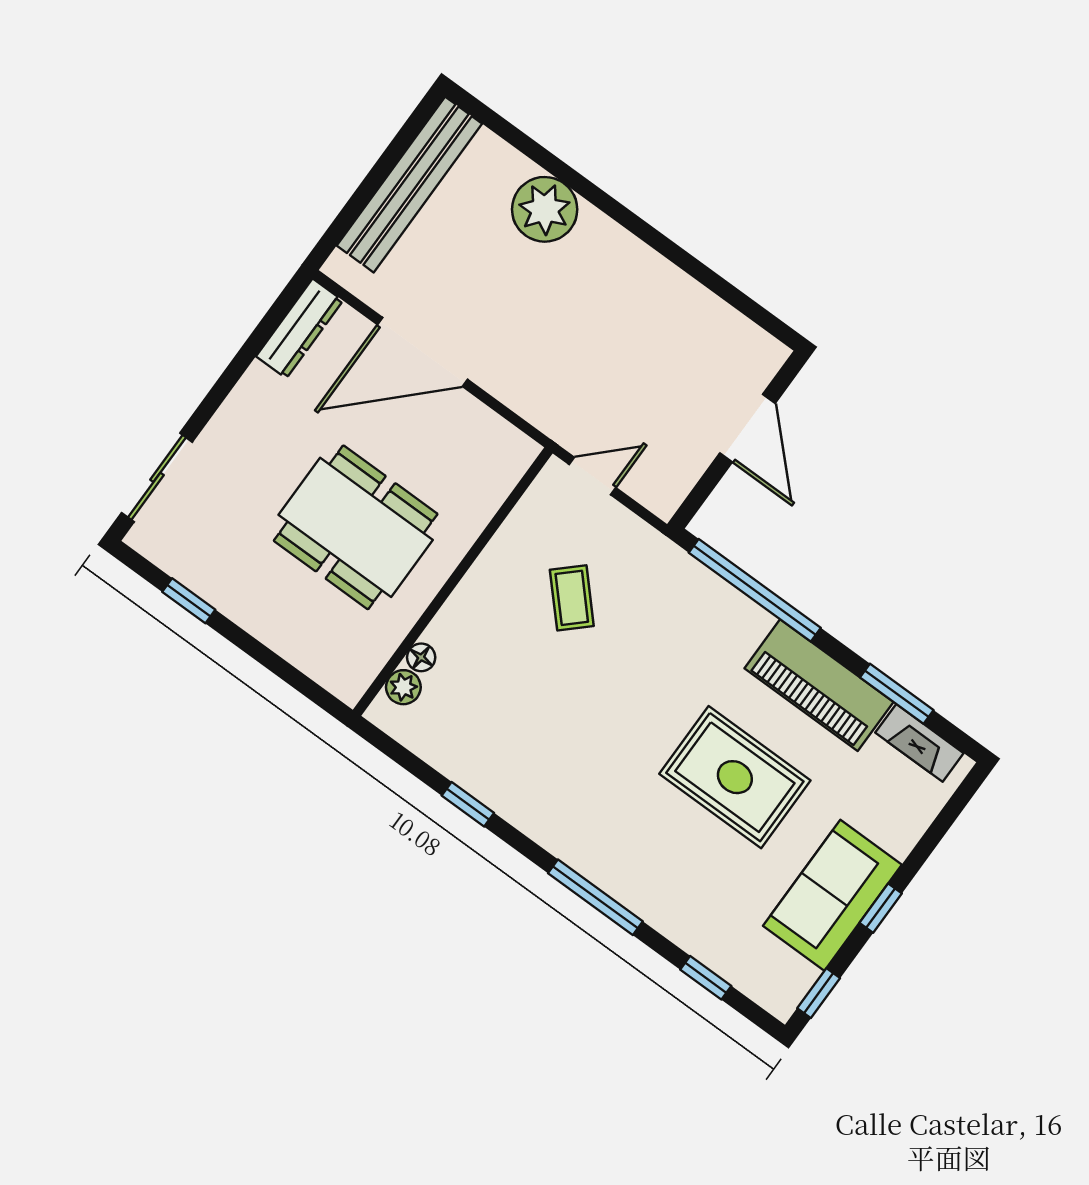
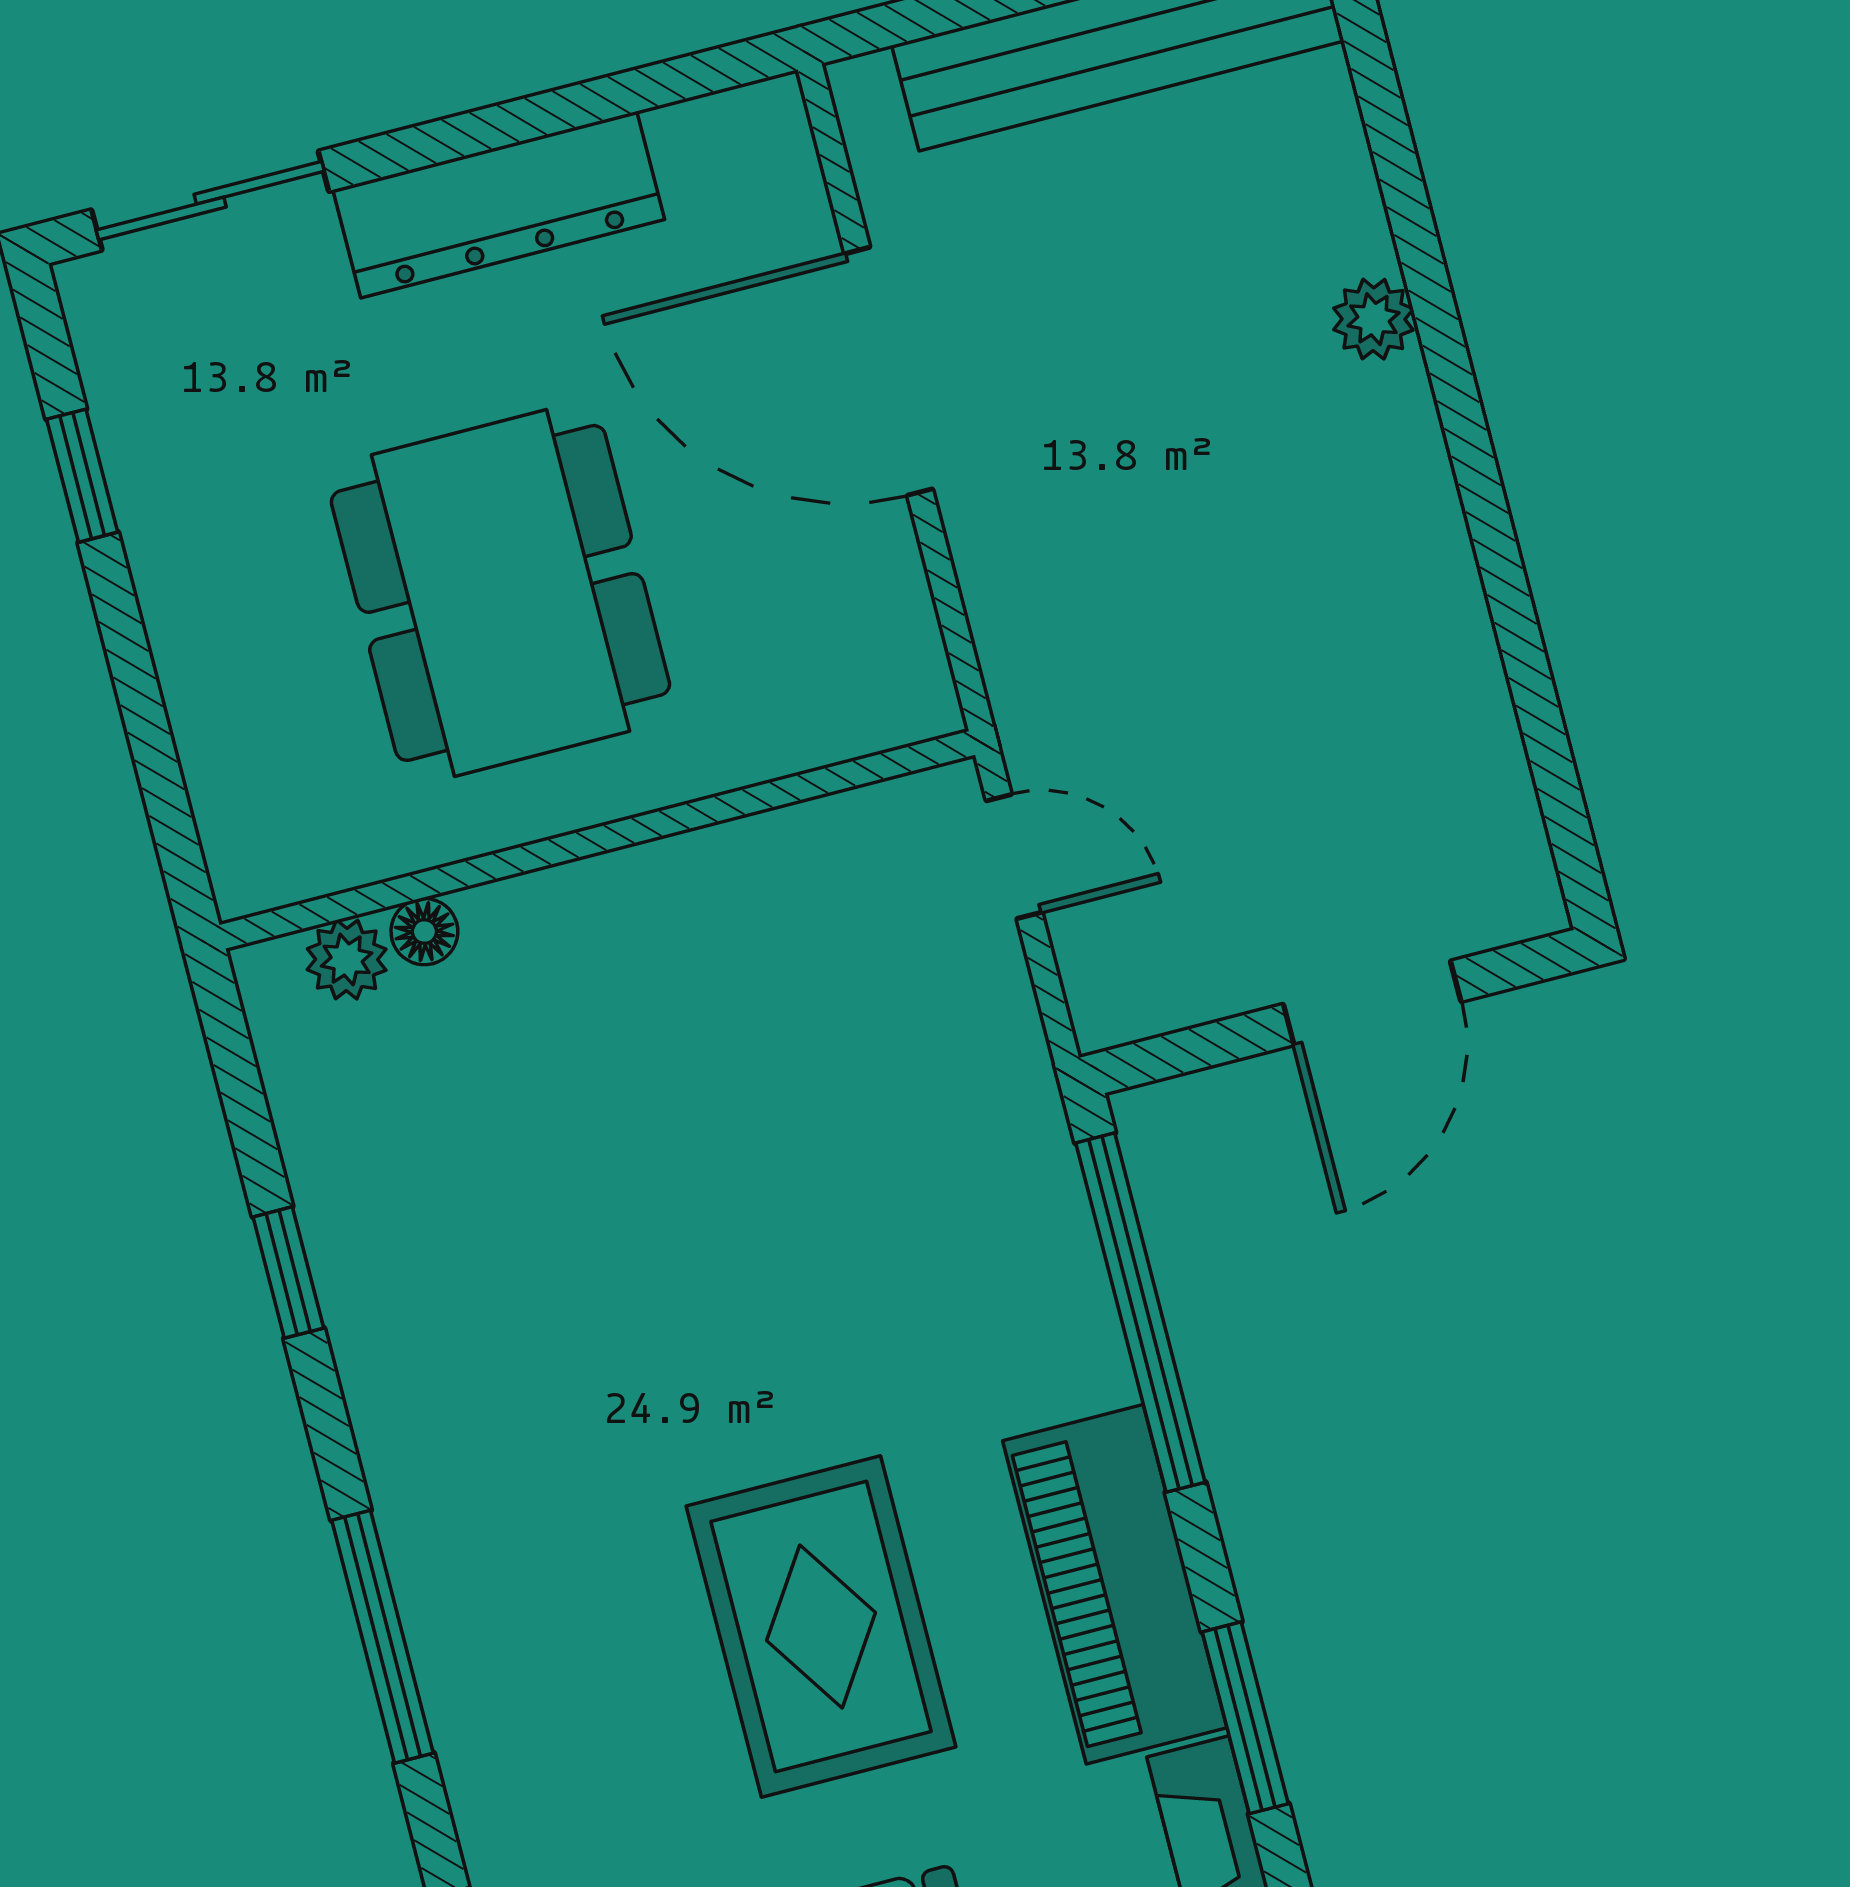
plant: (545, 209) -> (1373, 319), width x0.53, depth x0.53
dresser: (300, 328) -> (499, 205), moved, width x1.37, depth x1.24
coffee table: (572, 598) -> (792, 1050), removed

